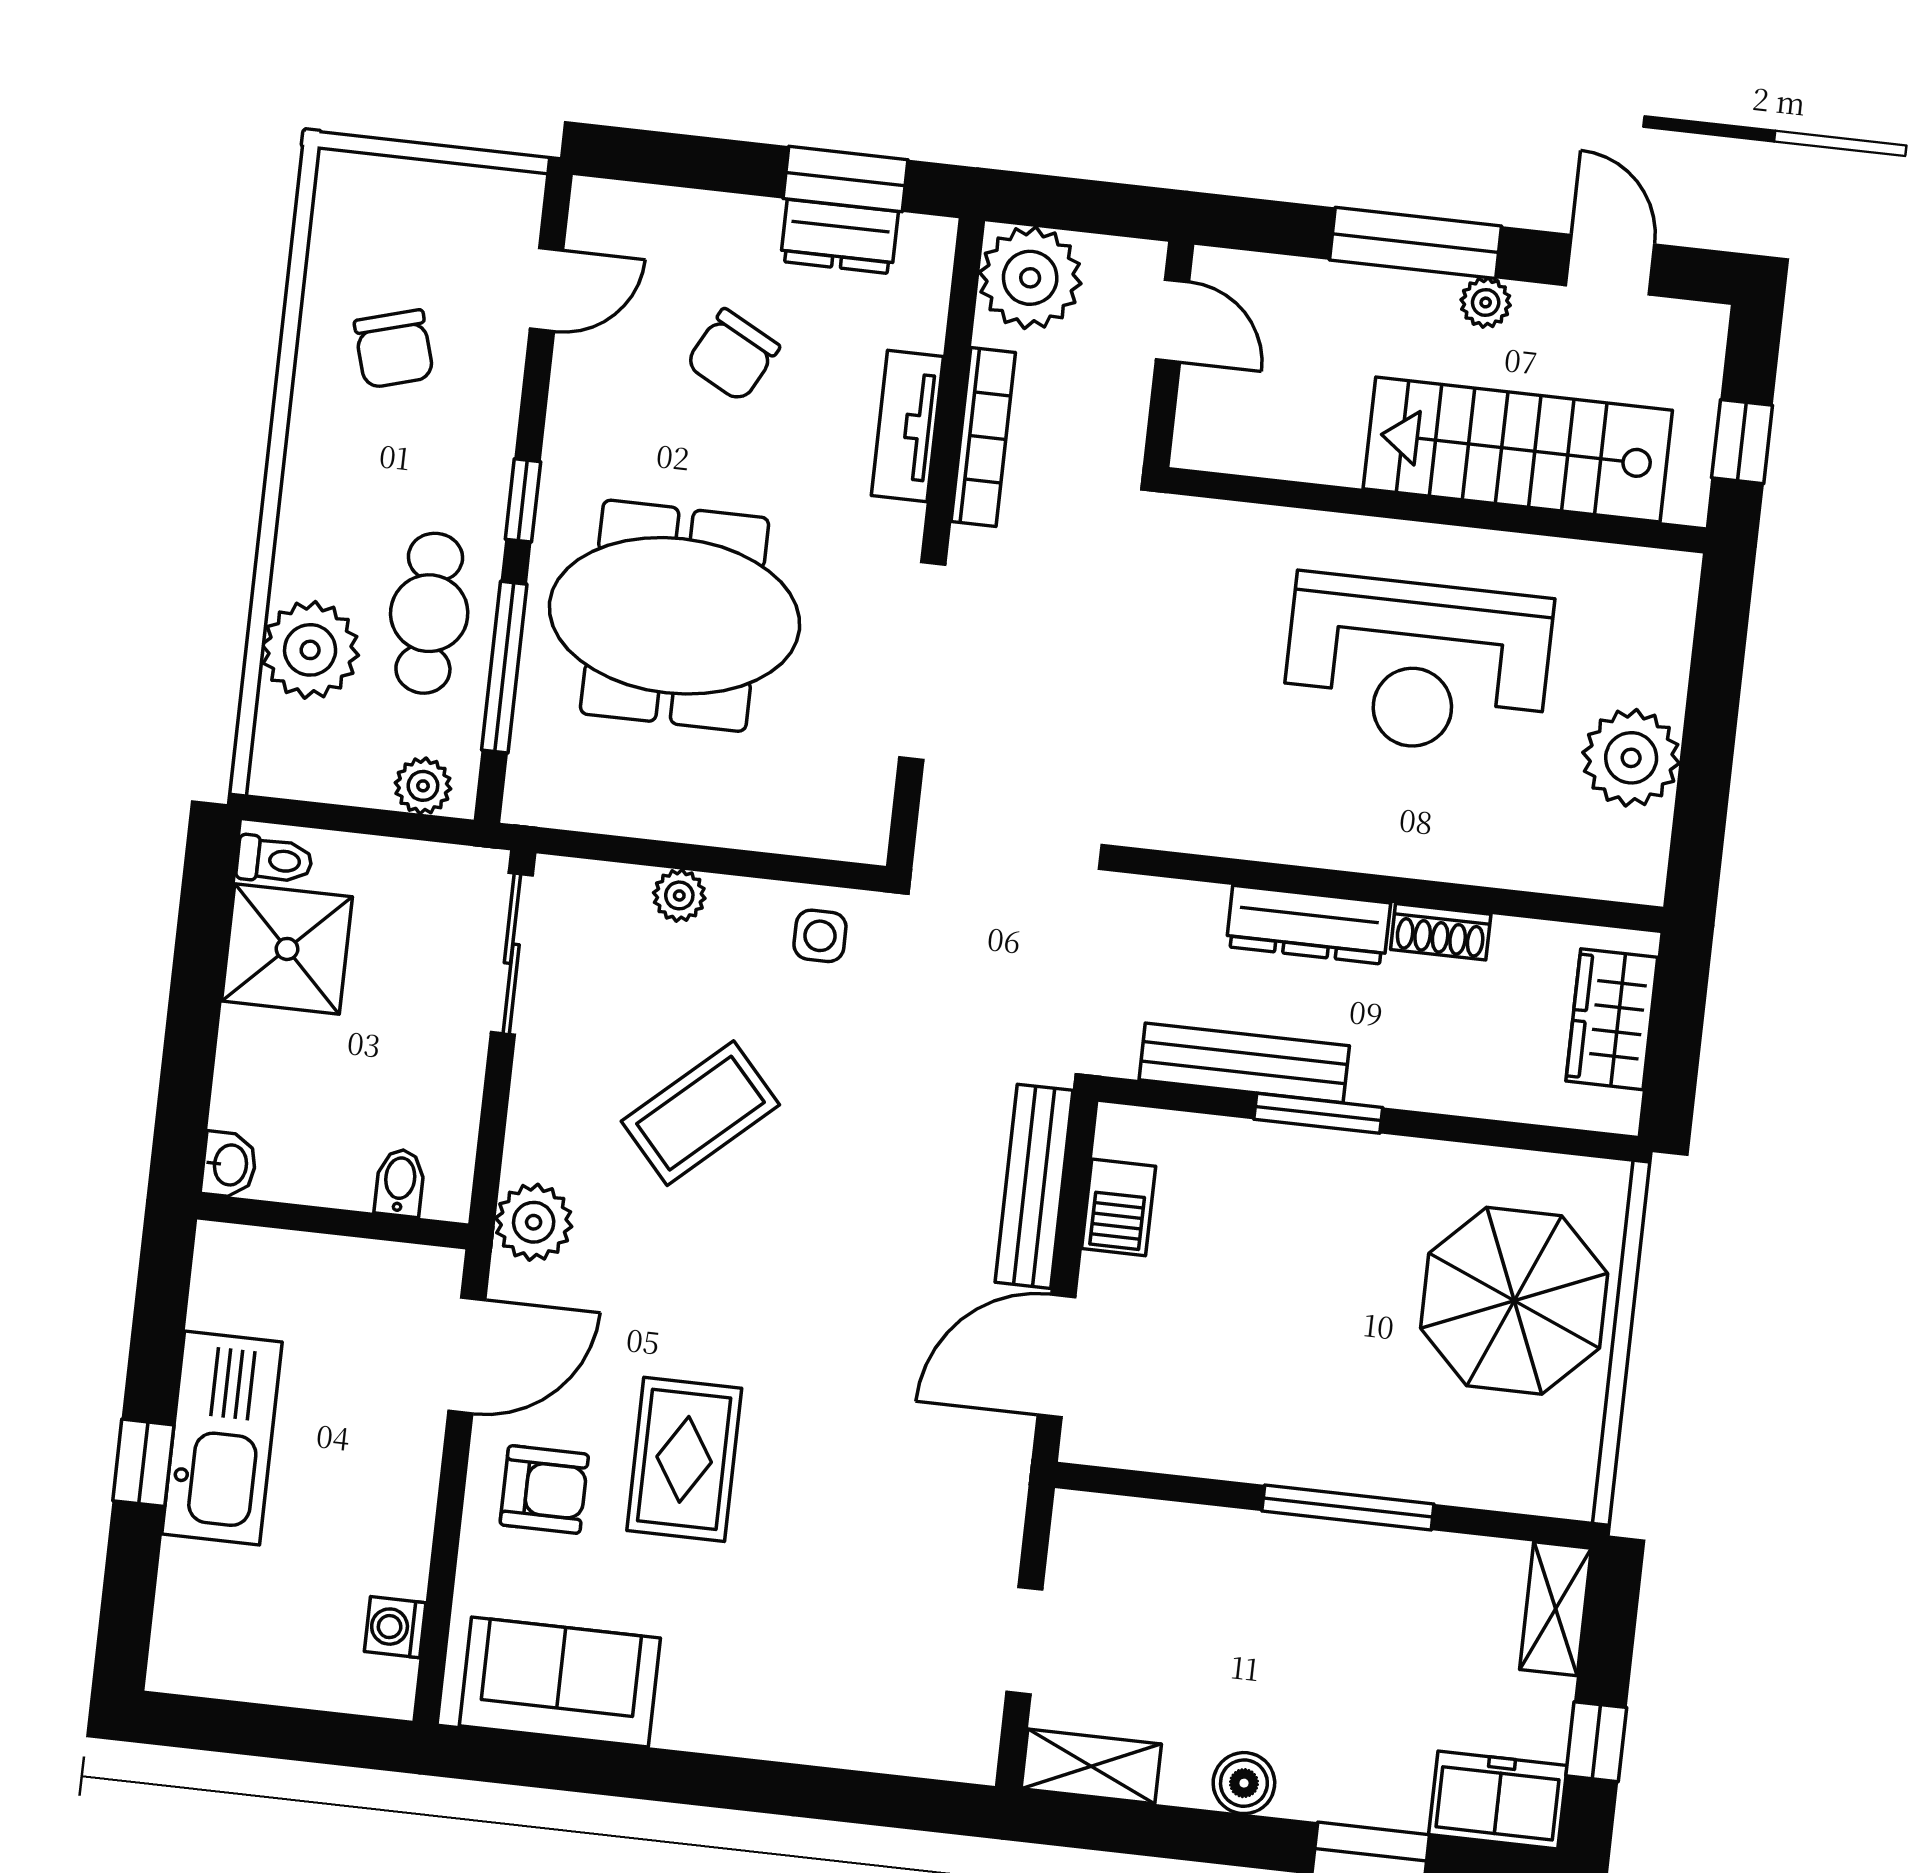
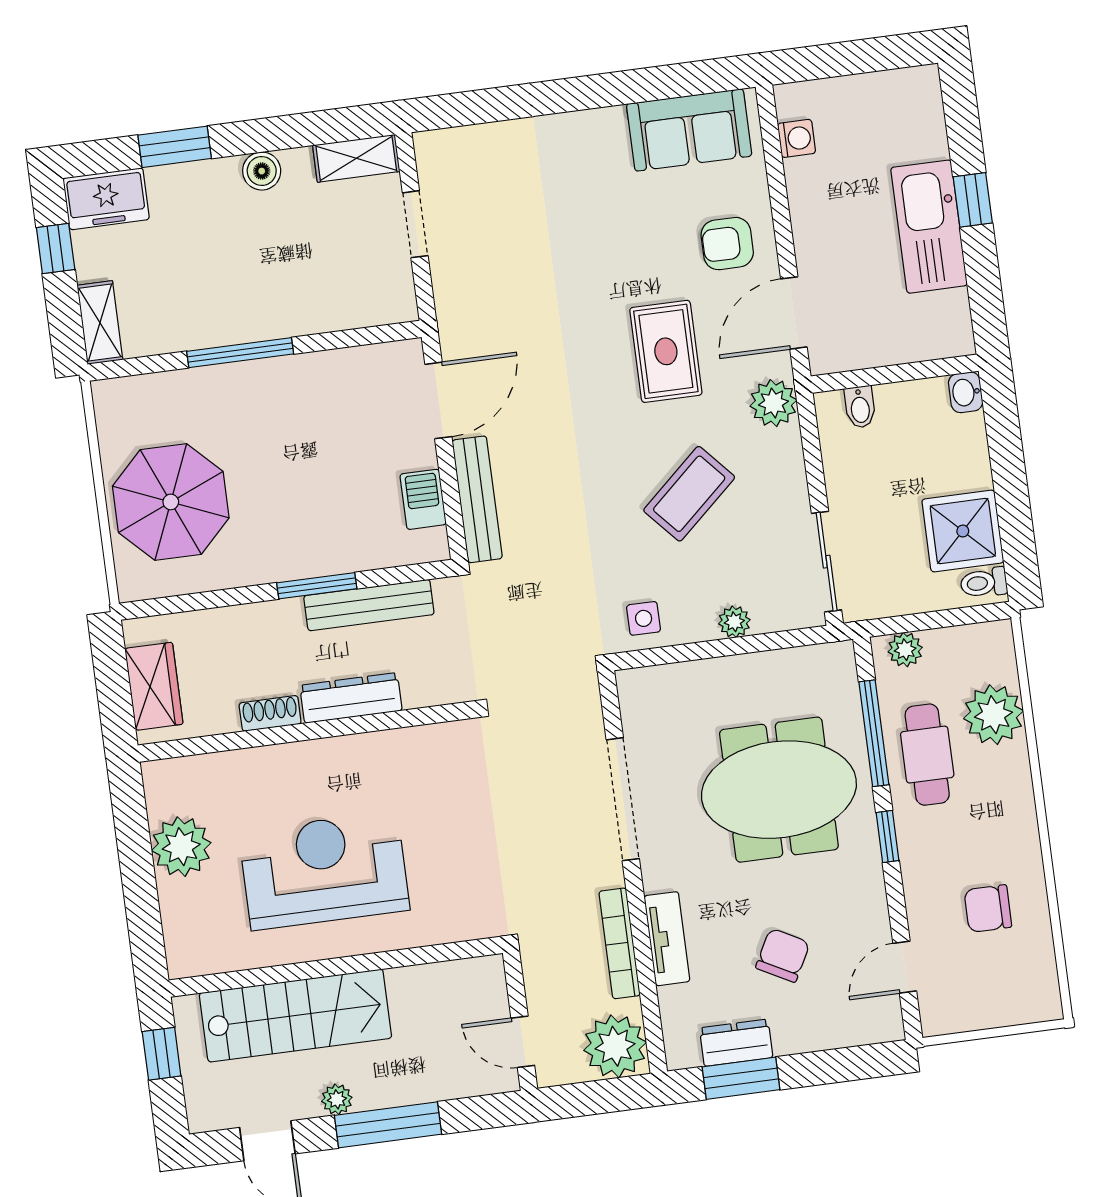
chair: (394, 349) -> (988, 909), turned -74
rug: (684, 1459) -> (666, 351), moved

